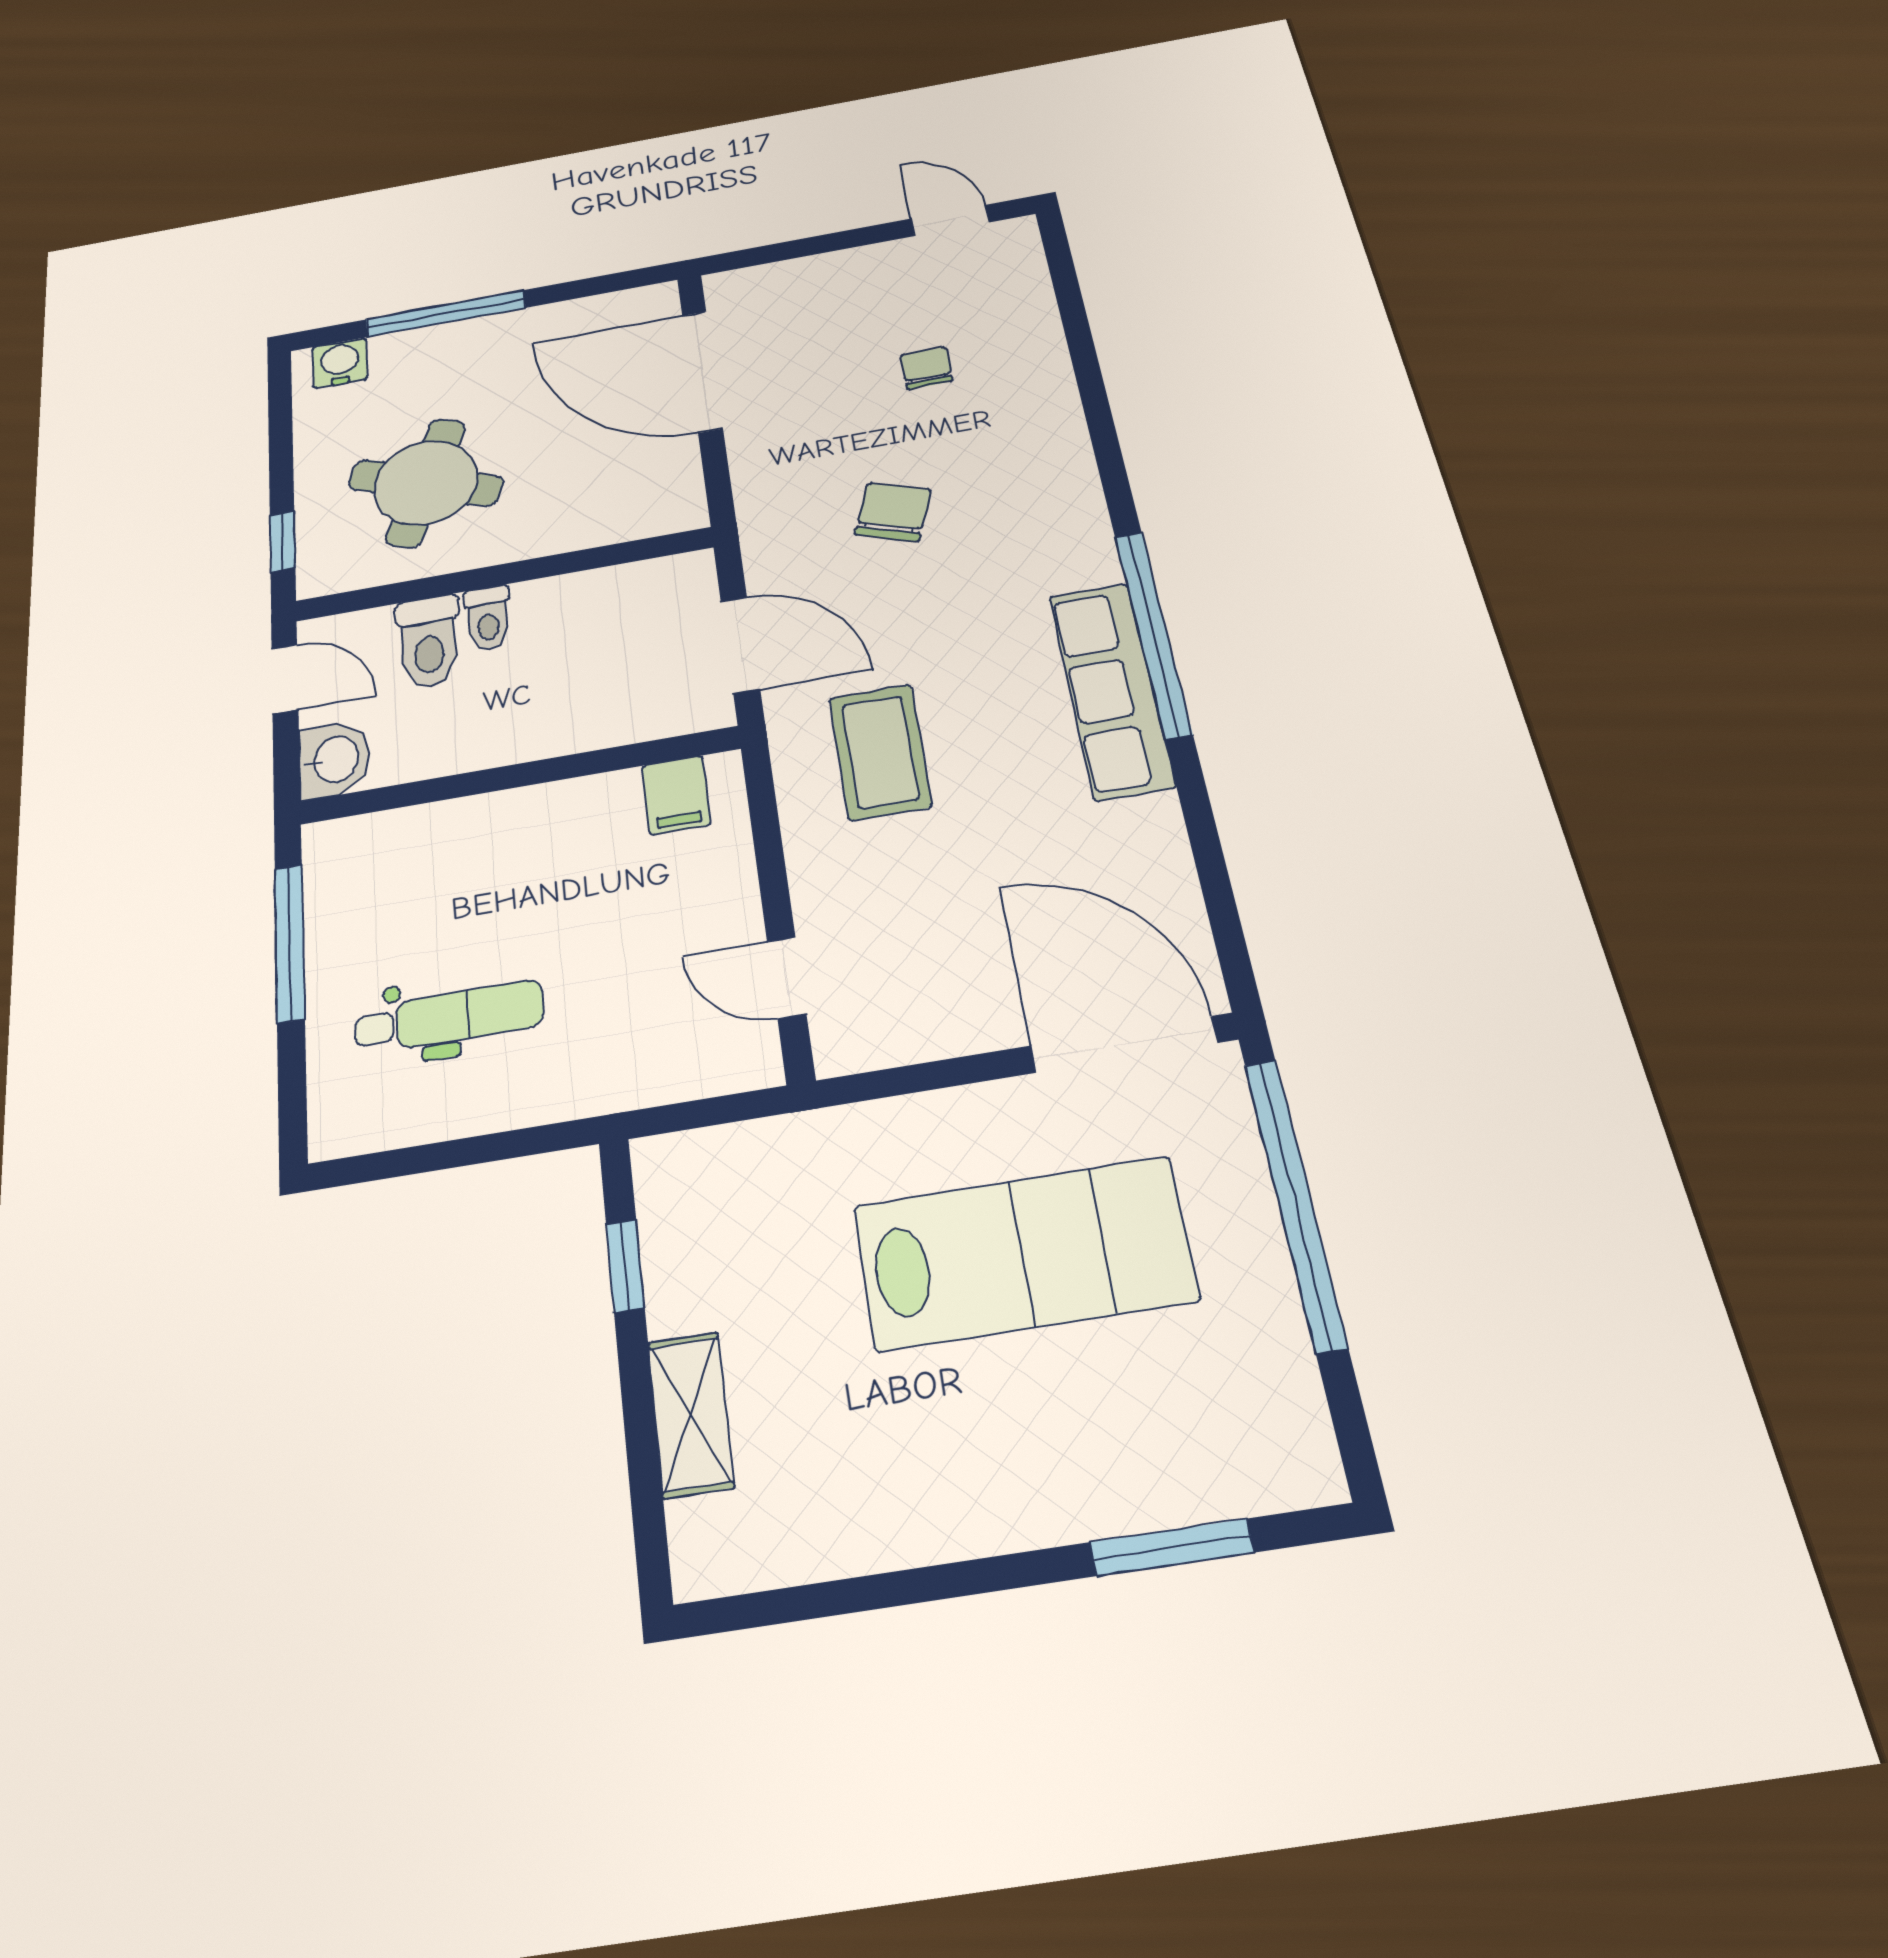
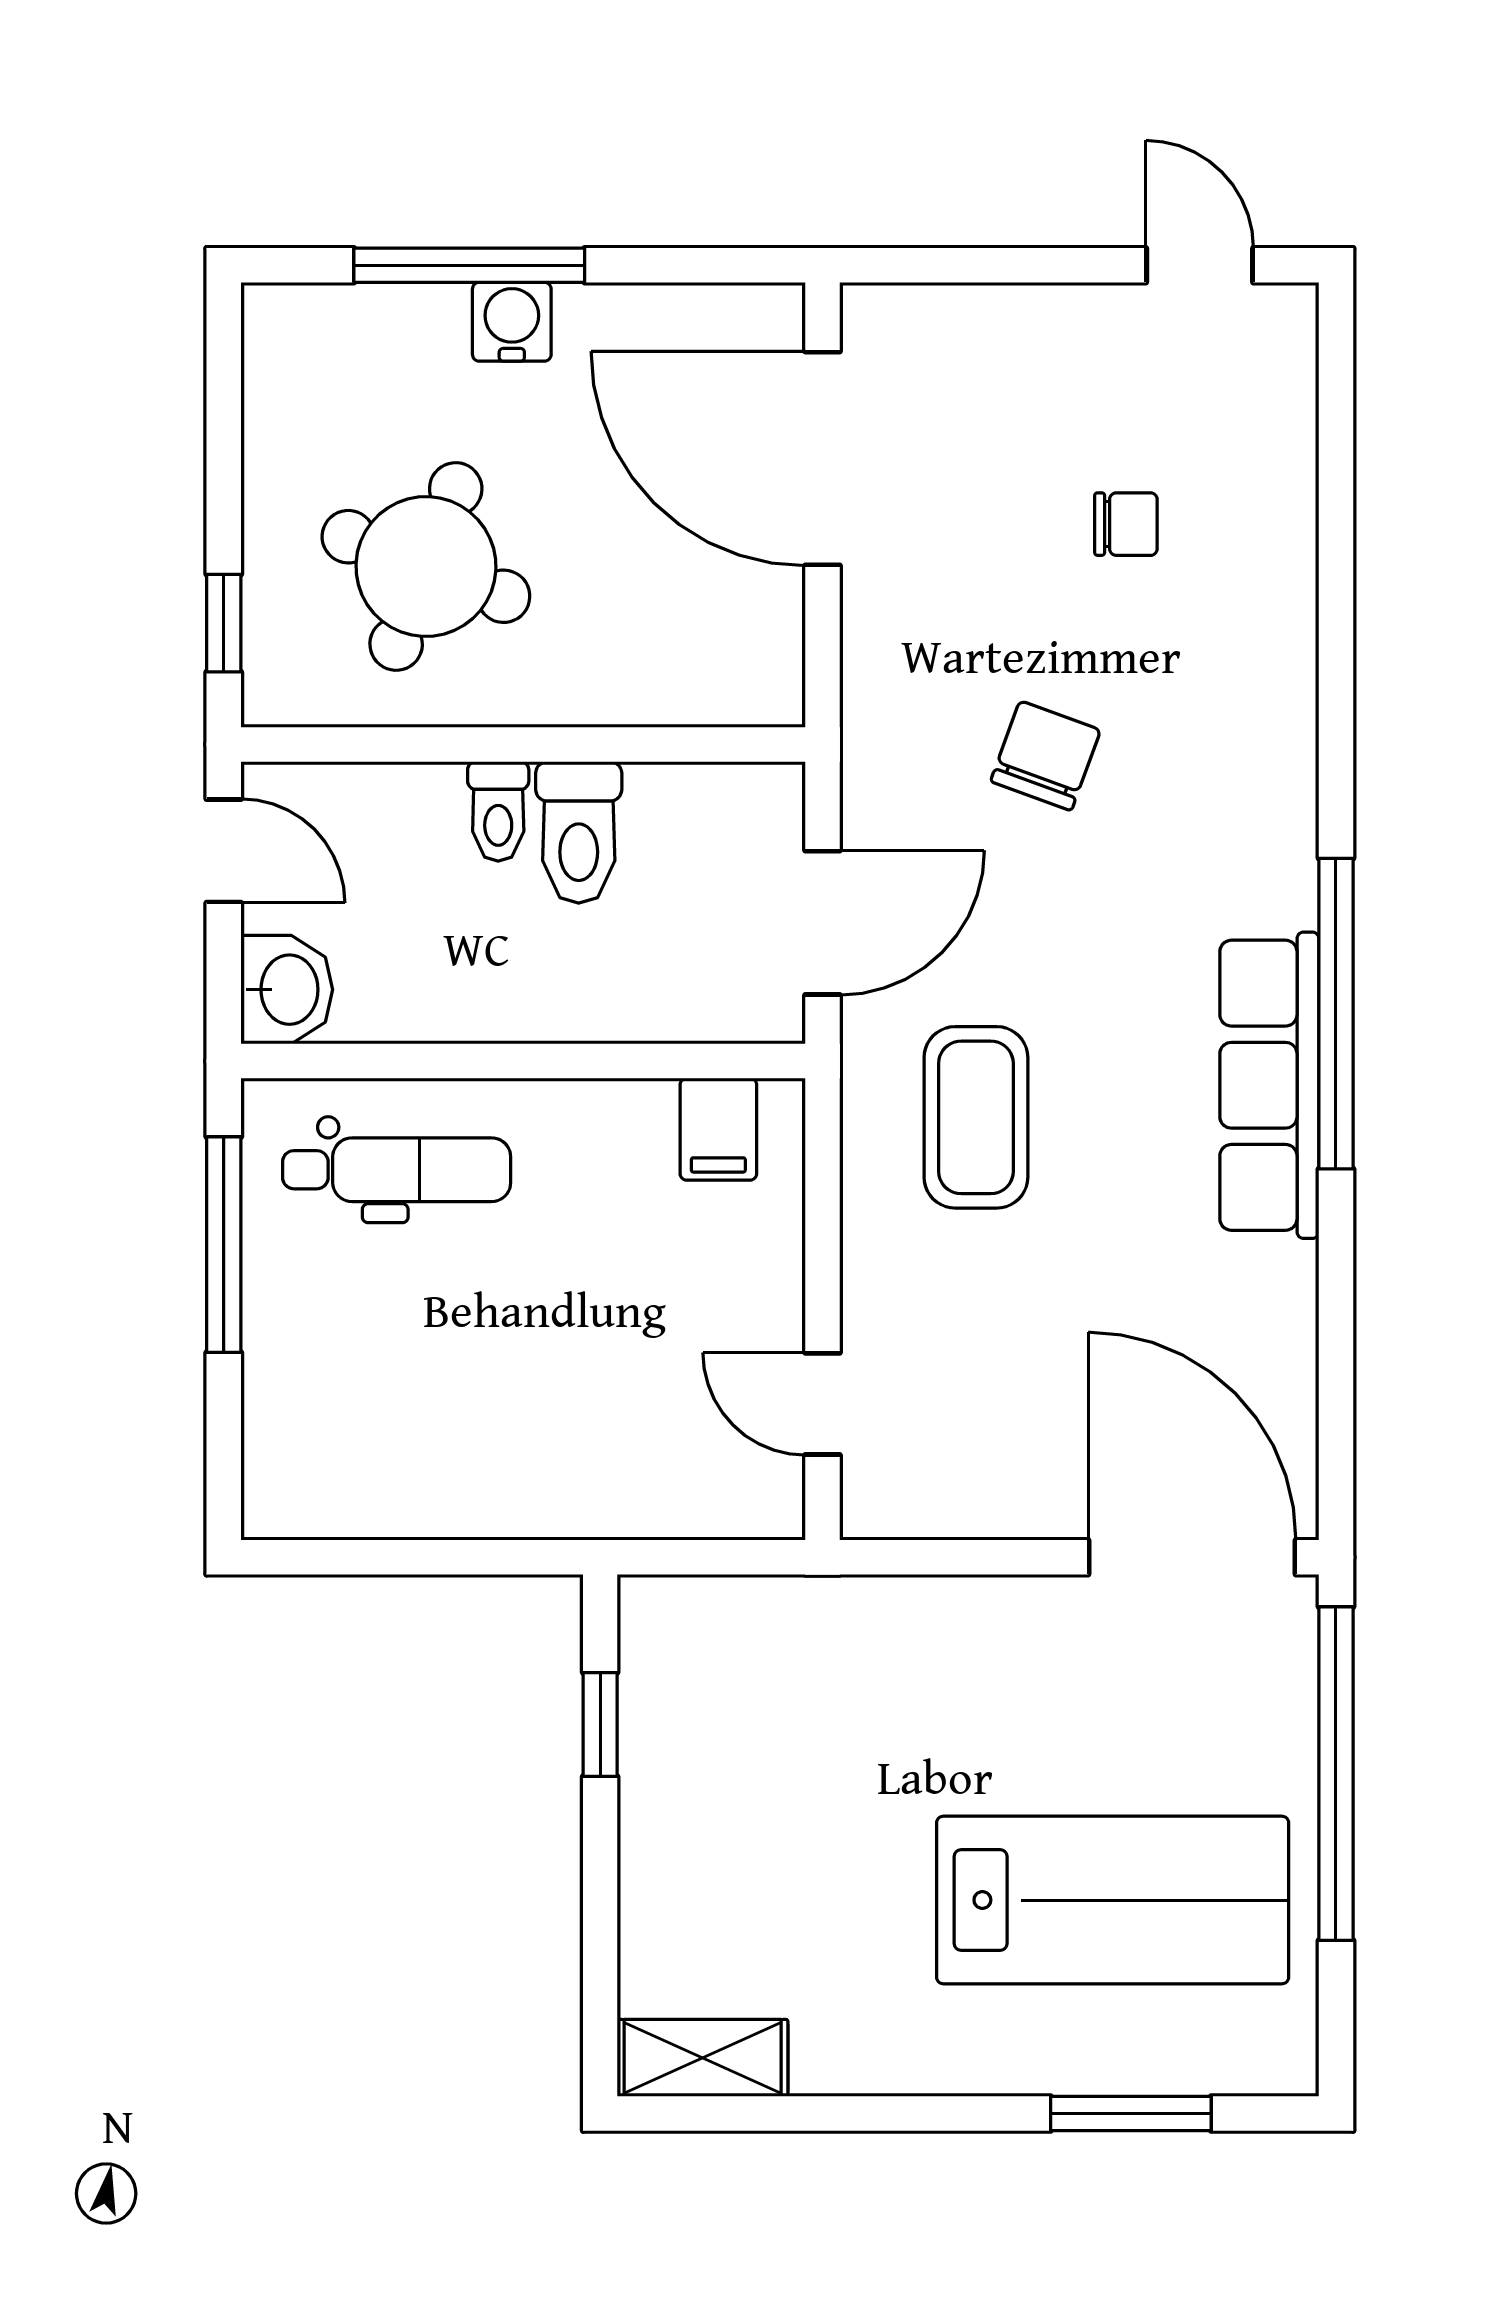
water cooler: (340, 363) -> (512, 322), moved
chair: (926, 368) -> (1126, 524), turned 90
toilet: (429, 642) -> (579, 832), moved
door: (740, 645) -> (823, 923), hinge flipped
dental chair: (449, 1017) -> (397, 1170), moved
lab bench: (1024, 1253) -> (1113, 1900), moved
shelving: (691, 1414) -> (703, 2058), moved, turned 90

